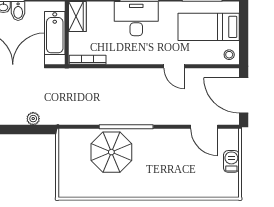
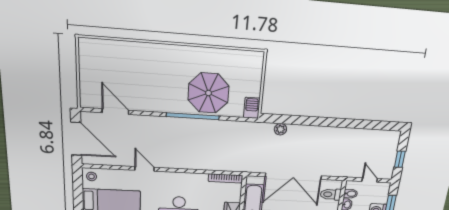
barbecue: (231, 161) -> (252, 108), moved, turned 180

